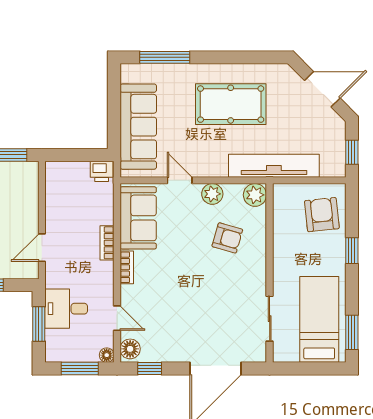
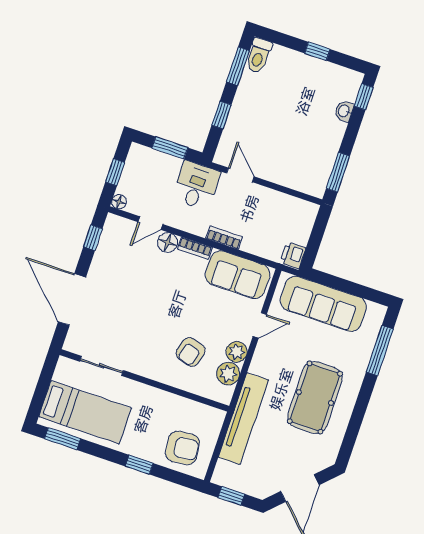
plant: (255, 195) -> (228, 374), moved
desk: (66, 309) -> (196, 185), moved
floor lamp: (130, 349) -> (168, 243), moved
window: (80, 368) -> (115, 172), width x0.67

